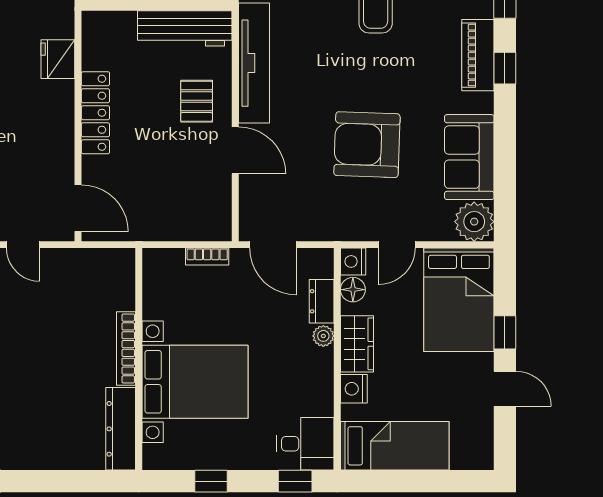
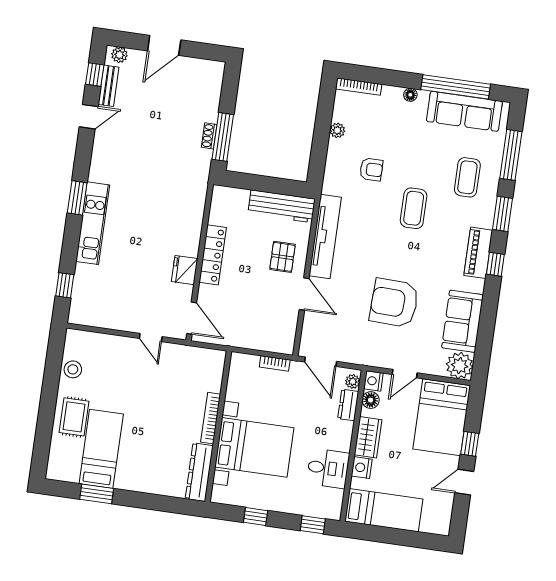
fridge: (58, 59) -> (185, 270), moved
plant: (323, 336) -> (353, 382), moved
door: (505, 389) -> (464, 482), swing flipped
desk: (305, 444) -> (328, 468), moved

